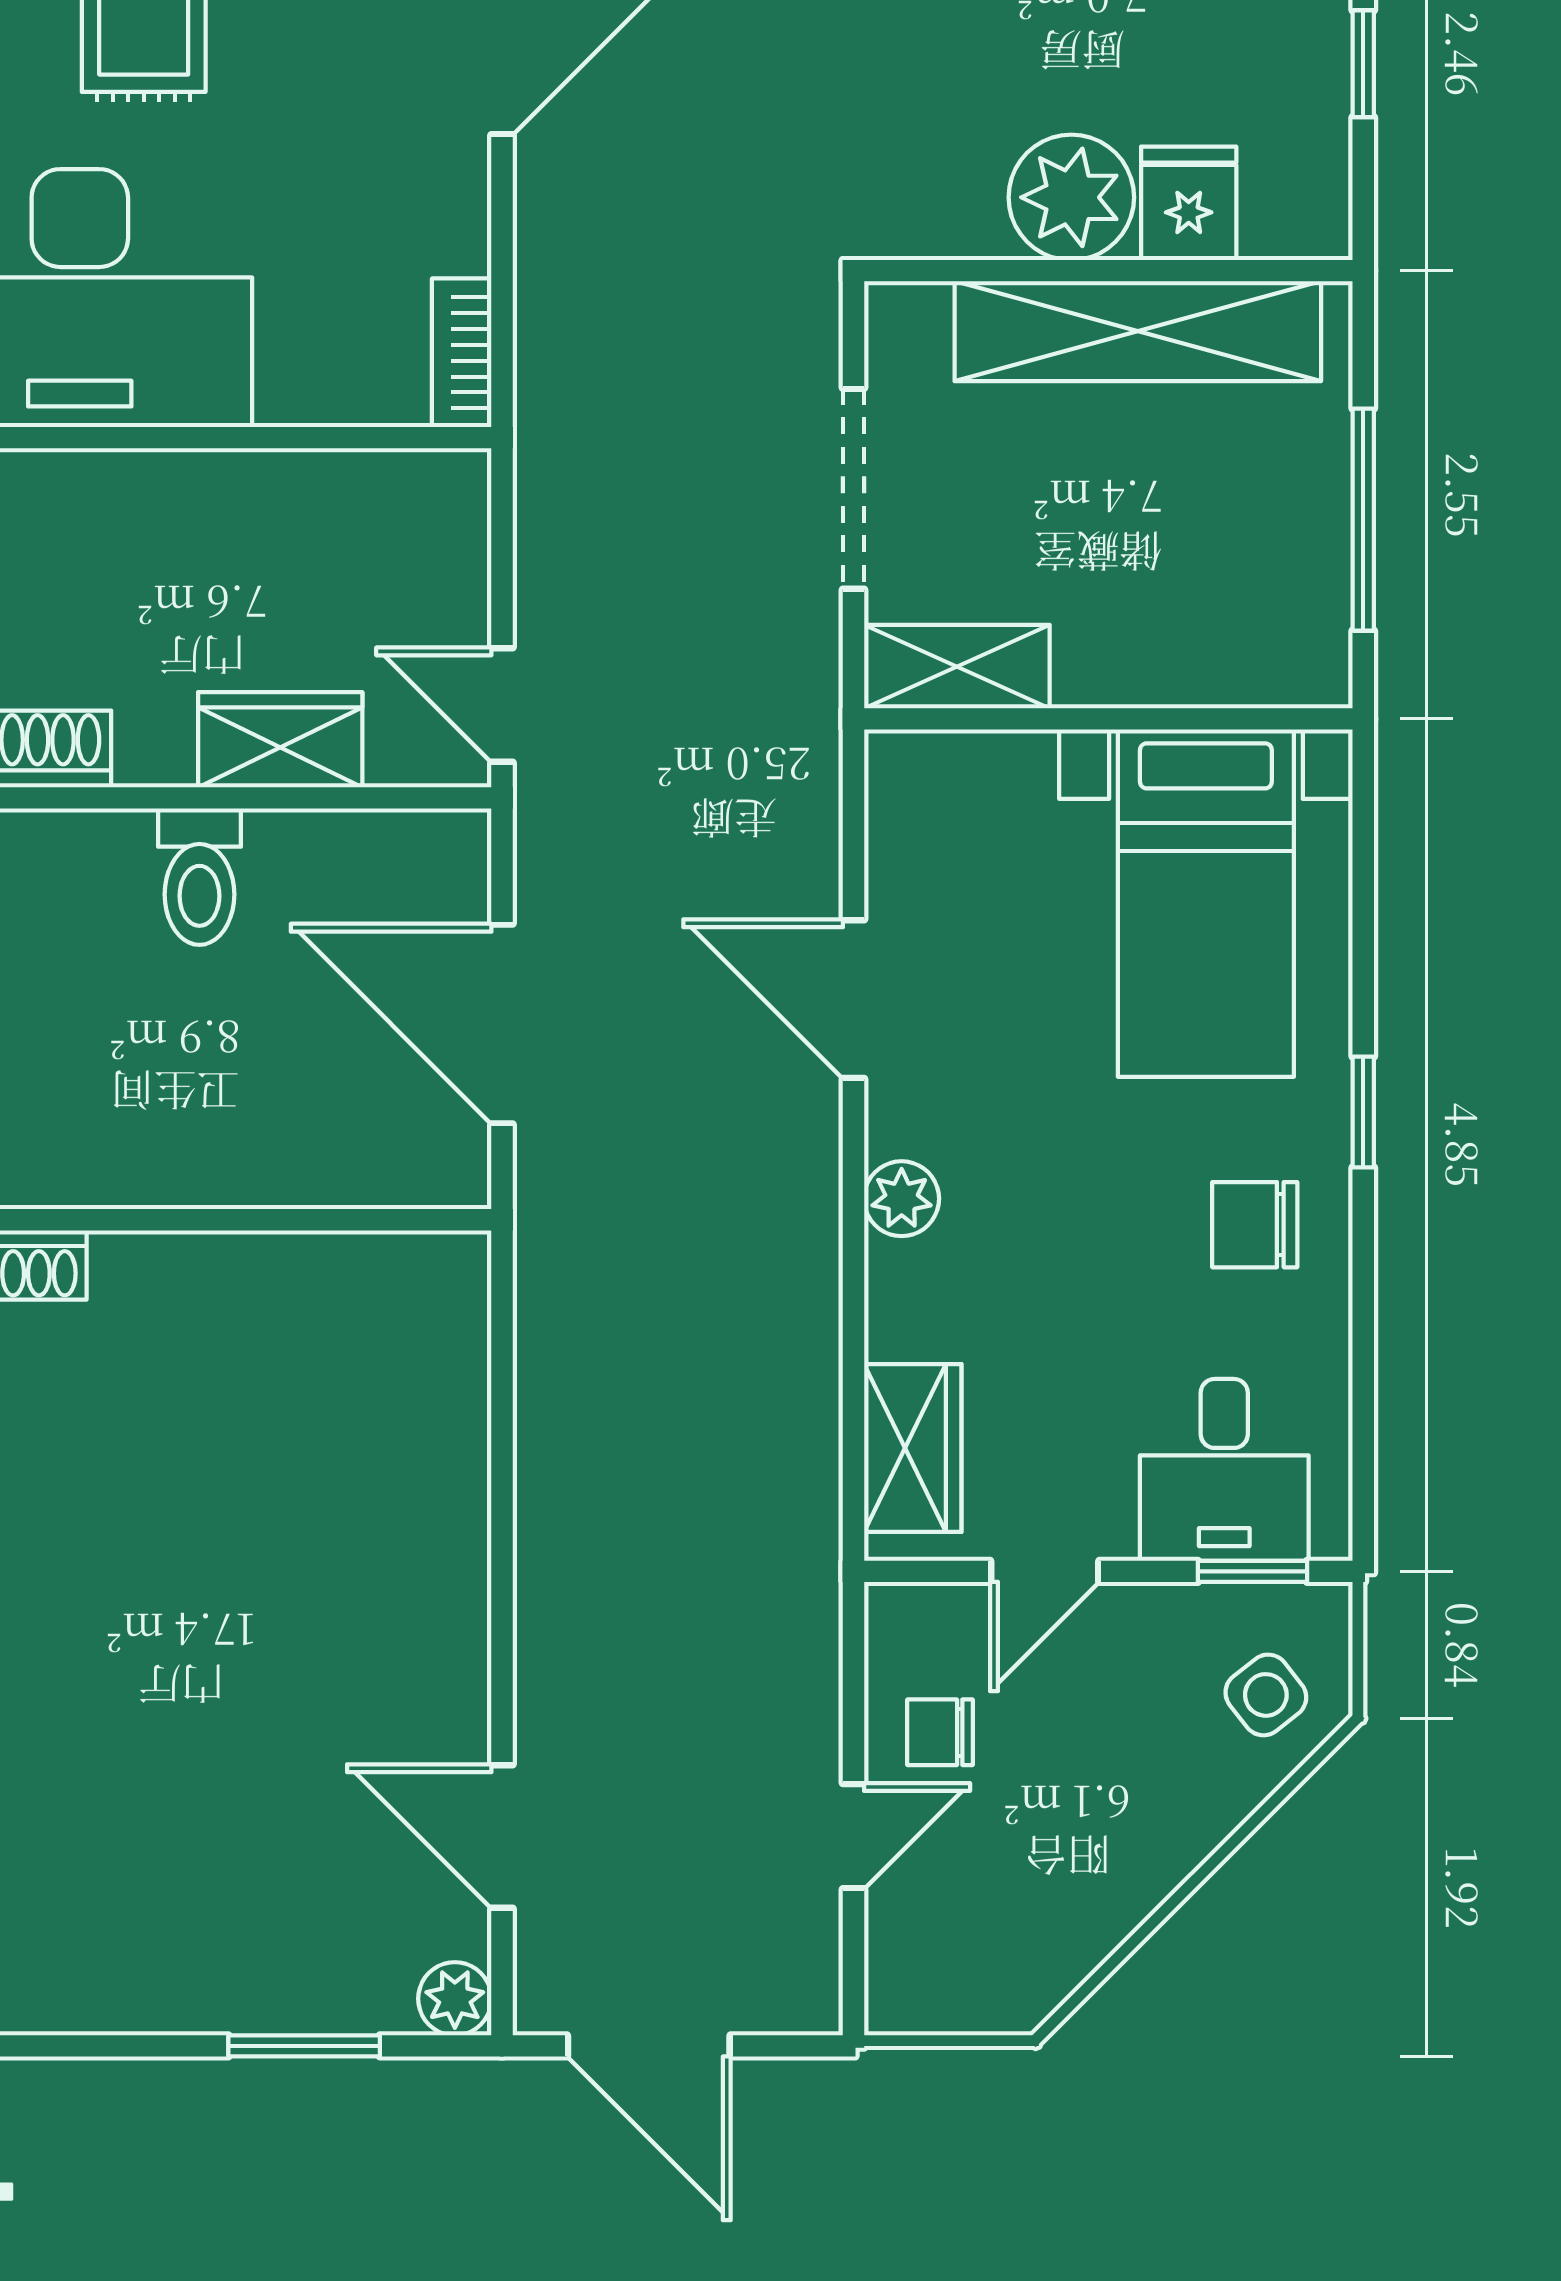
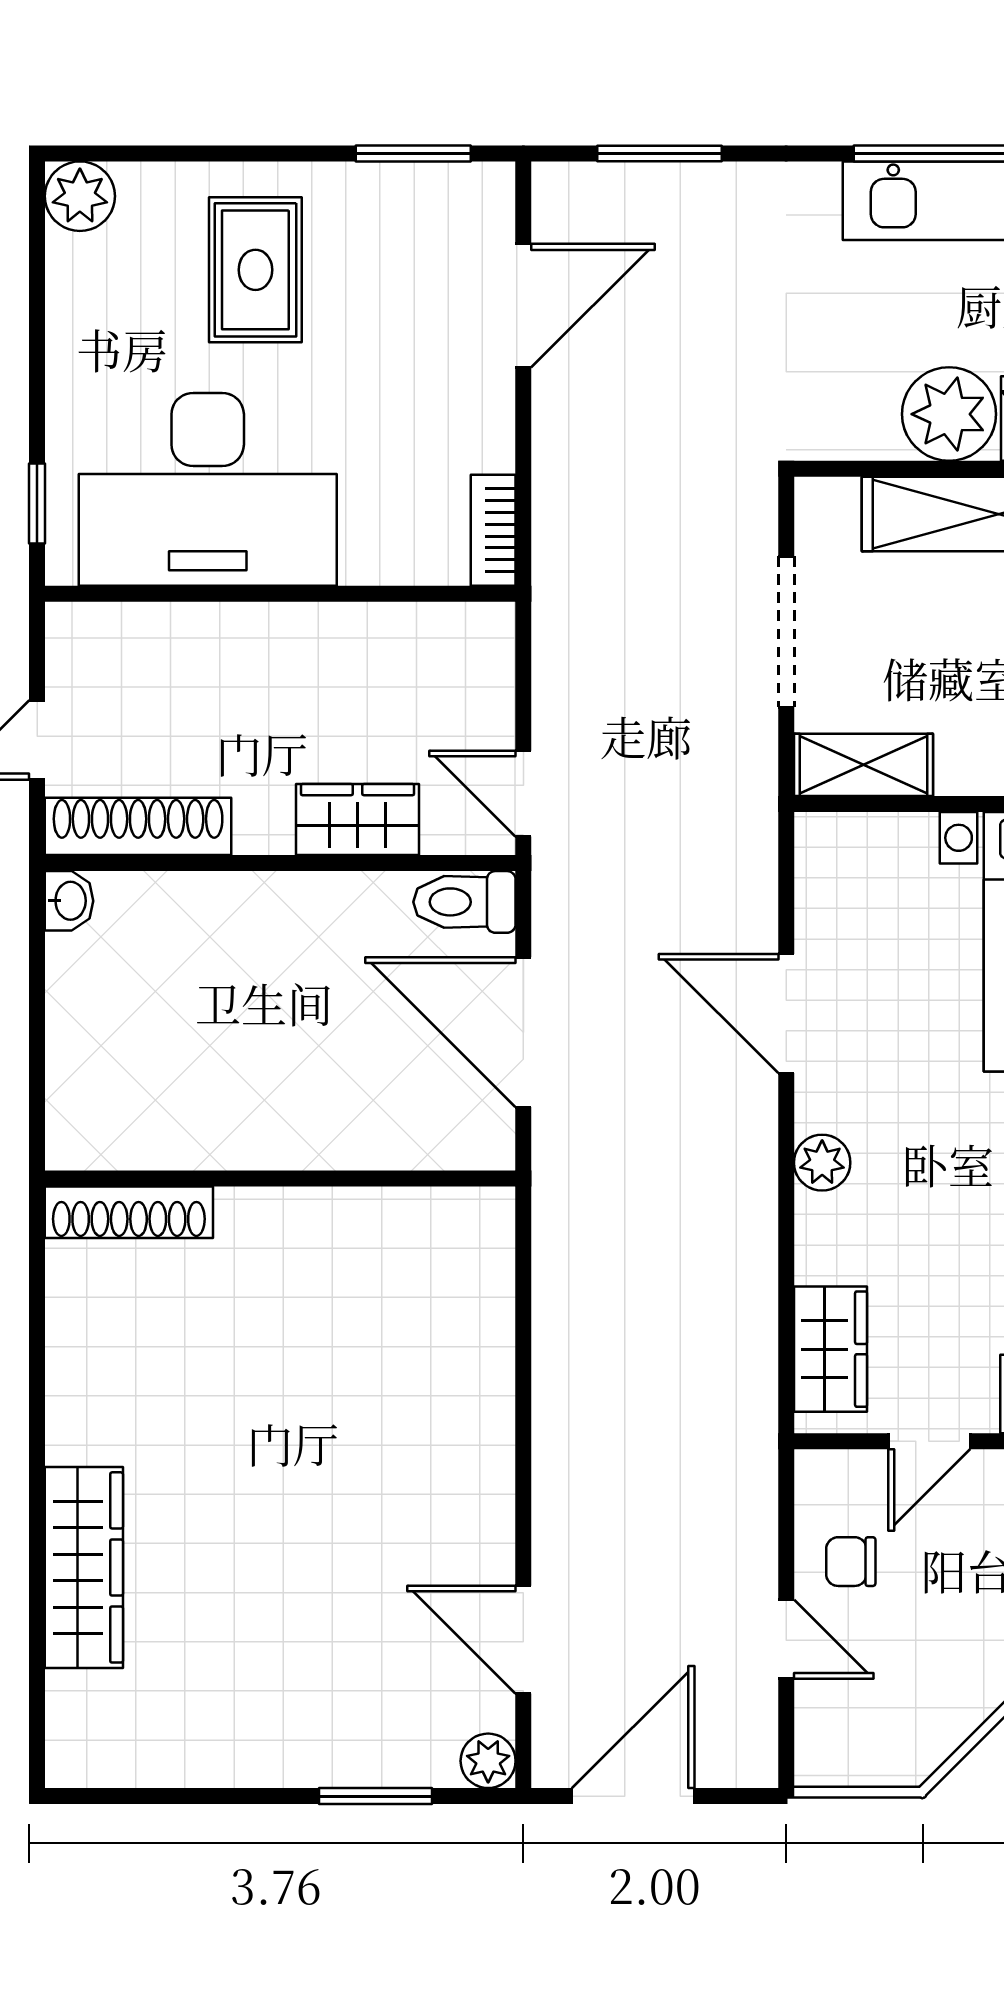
toilet: (199, 877) -> (464, 902), moved, turned 90
door: (853, 1836) -> (786, 1639), hinge flipped
door: (649, 2046) -> (633, 1796), swing flipped

